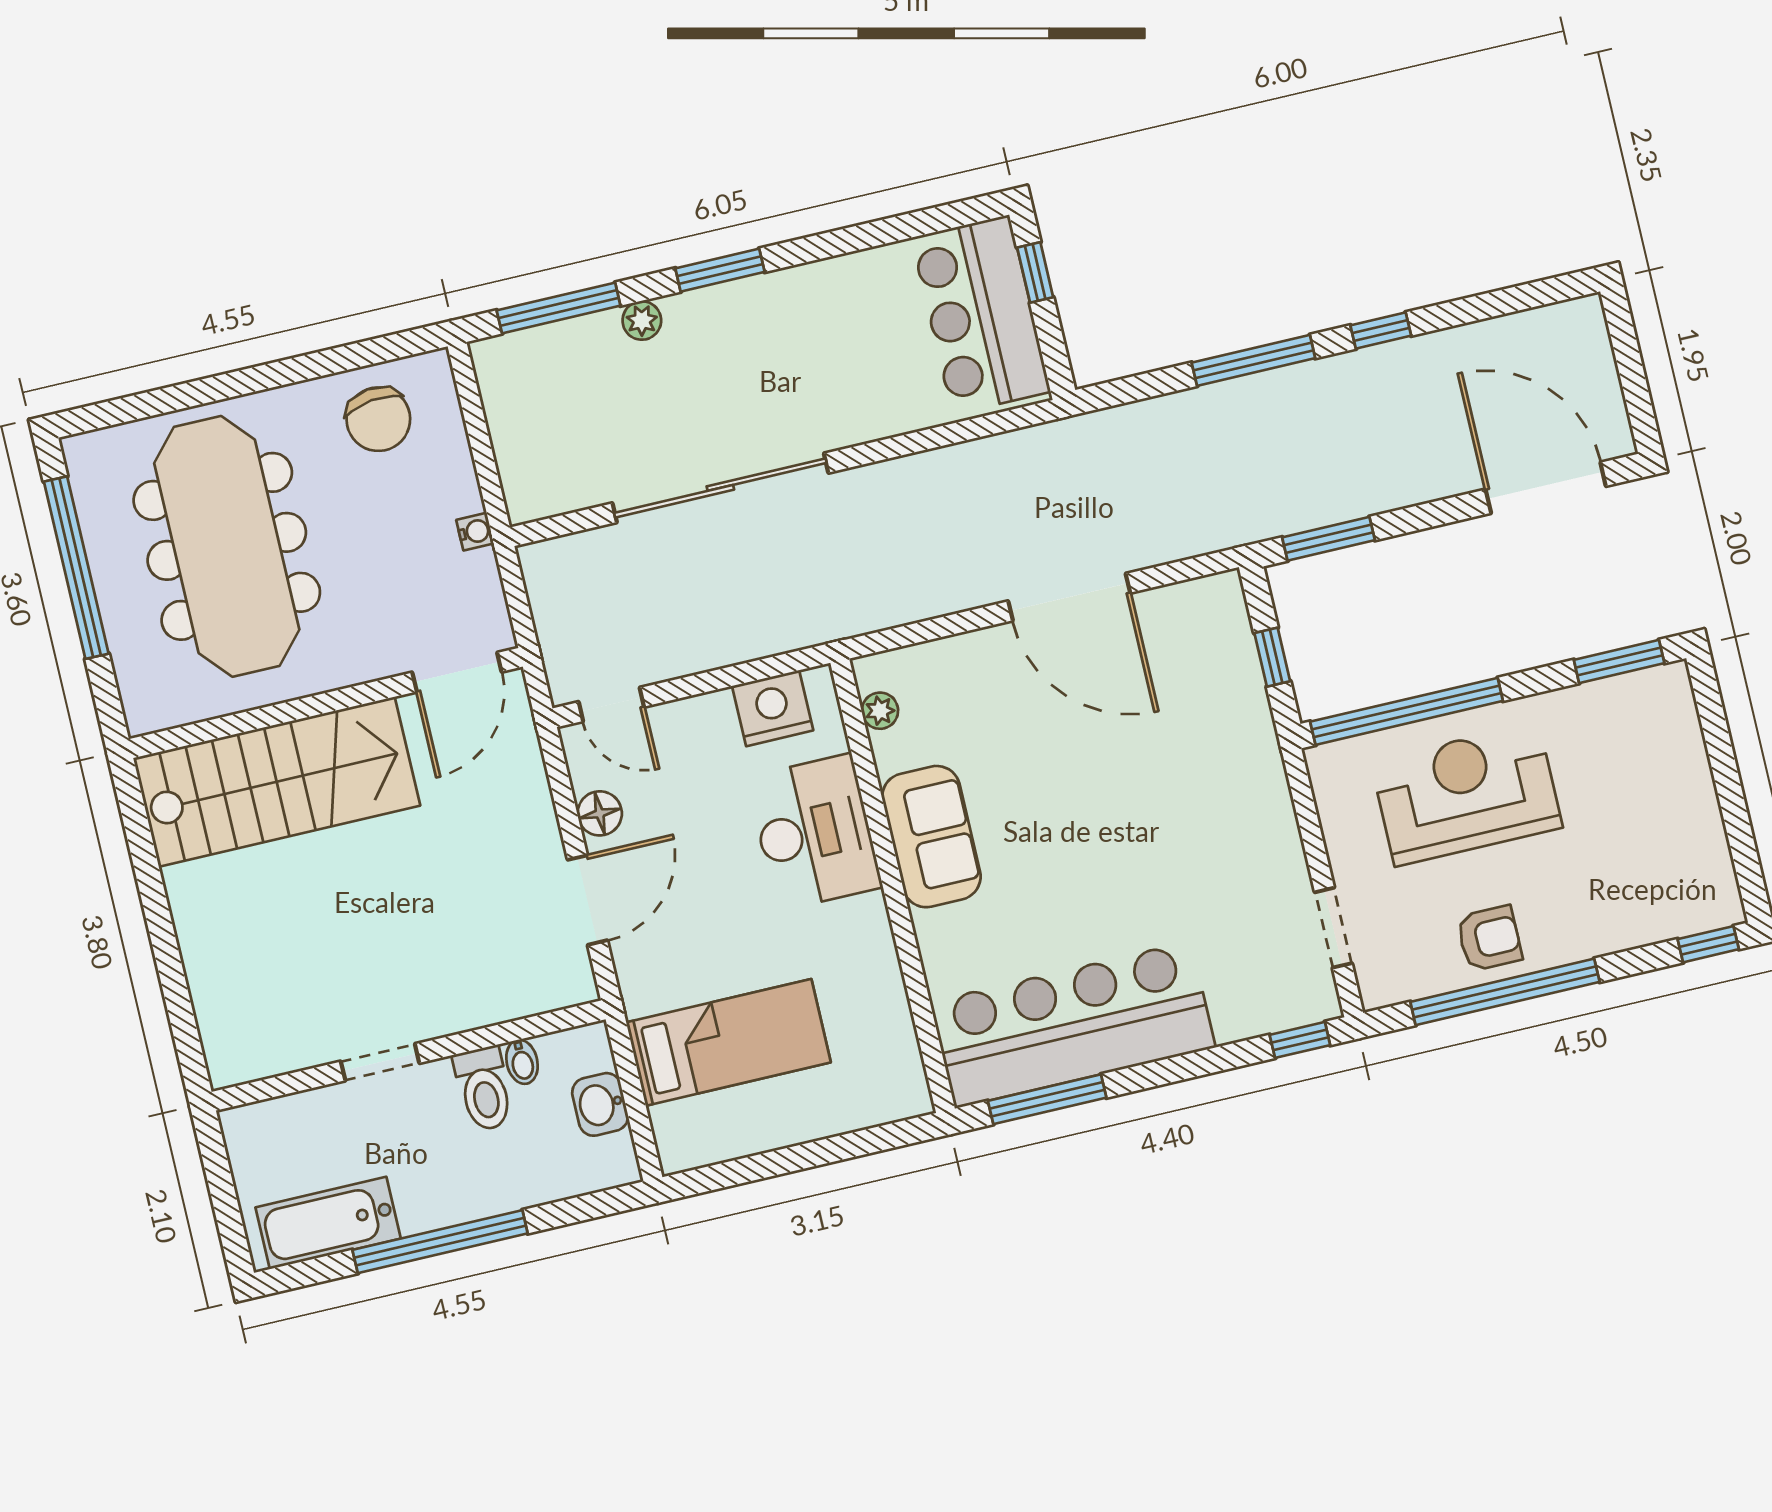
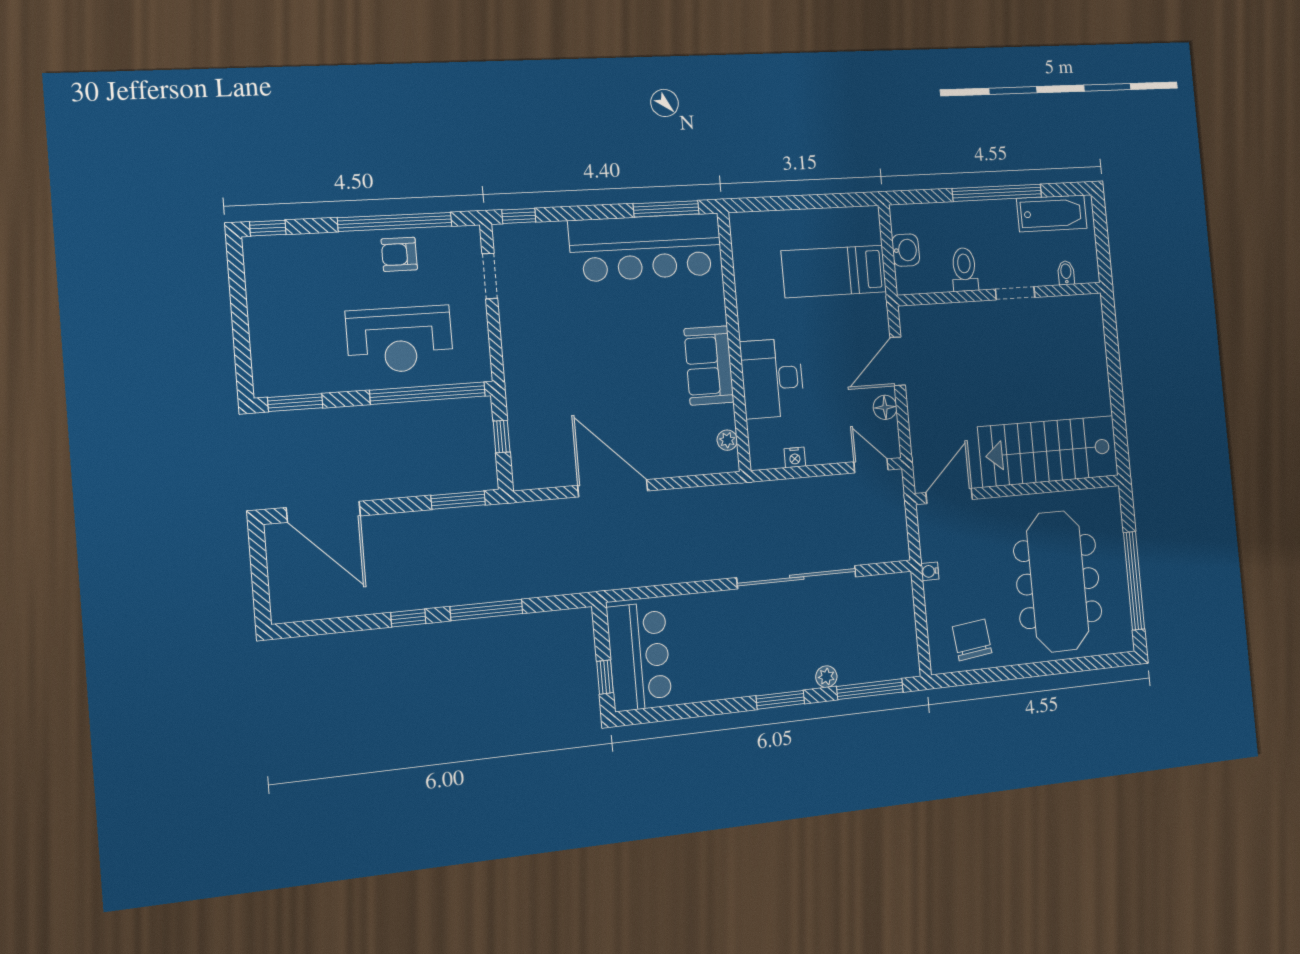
nightstand: (773, 708) -> (795, 457), width x0.53, depth x0.56
bidet: (522, 1062) -> (1066, 273), moved

